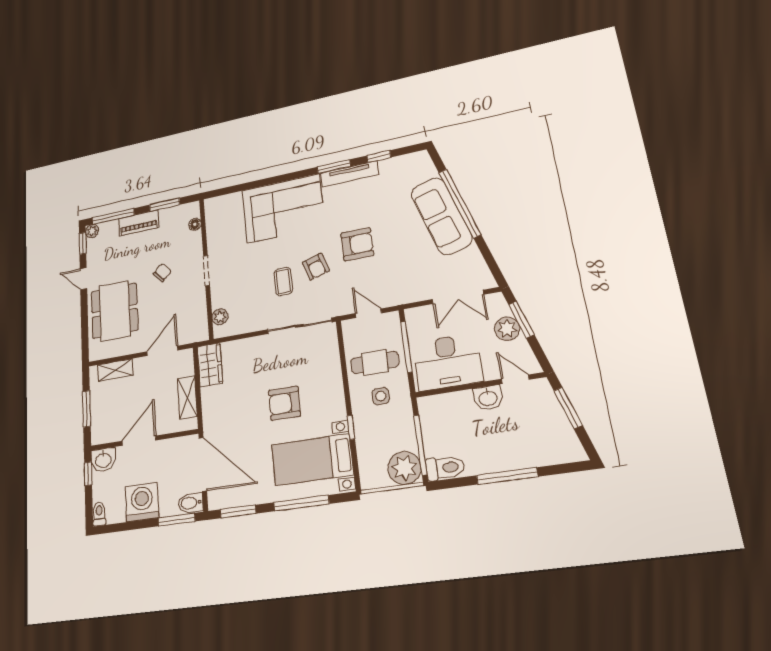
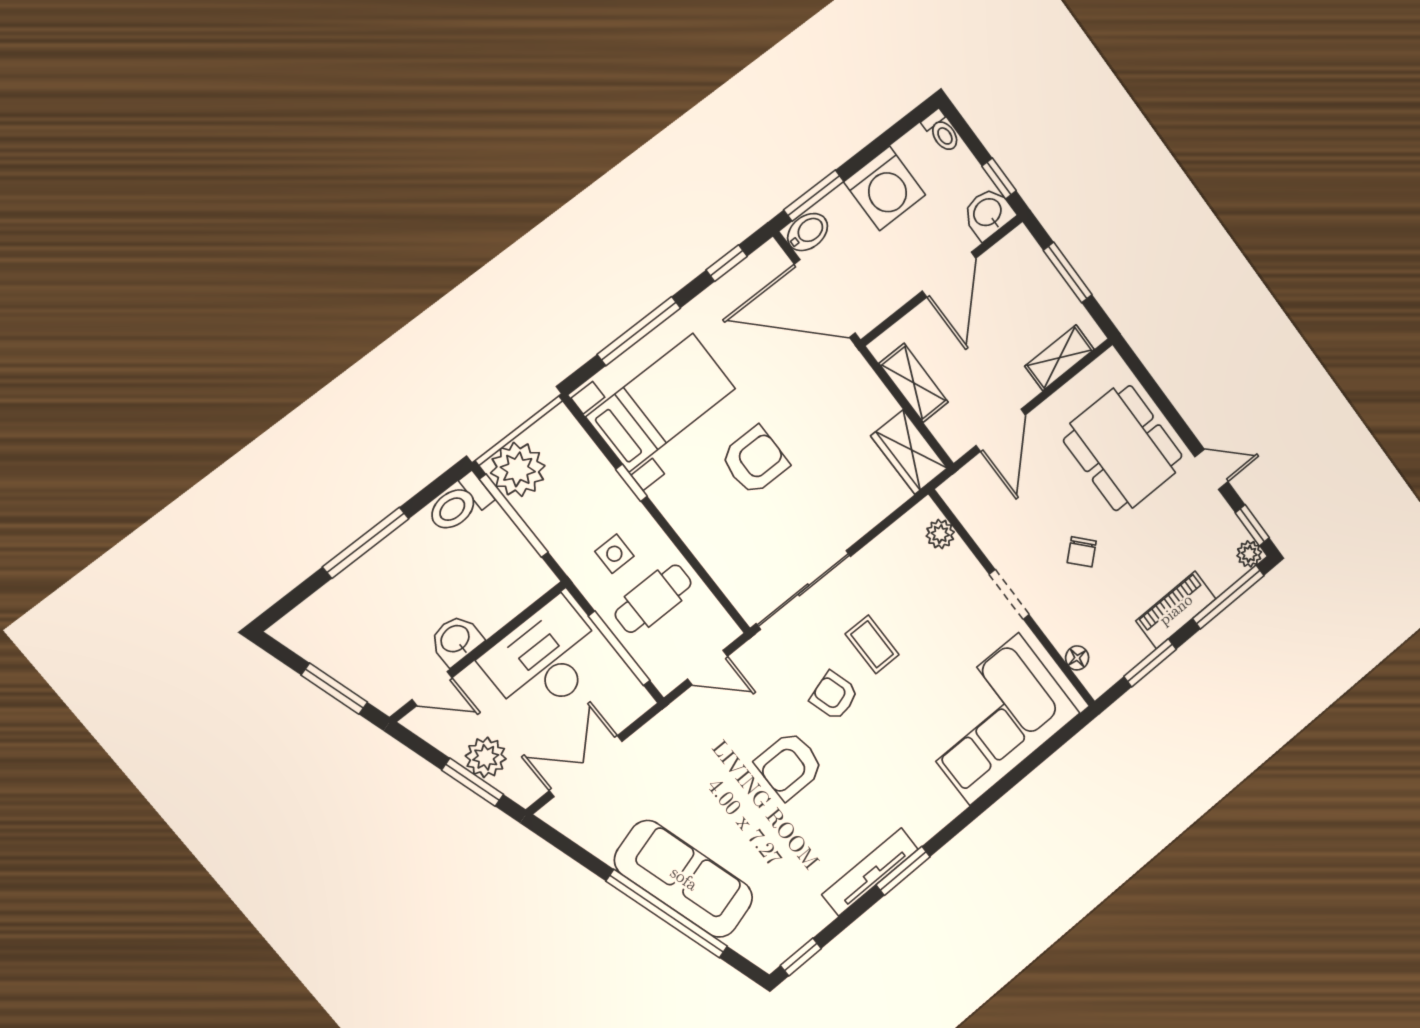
window: (379, 156) -> (801, 957), moved
corner sofa: (283, 208) -> (994, 719), moved
window: (238, 511) -> (727, 263), width x0.67

